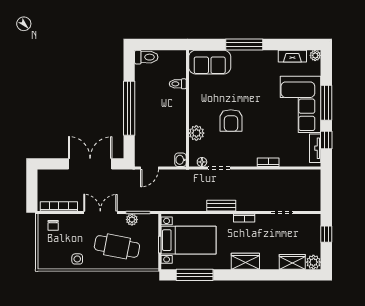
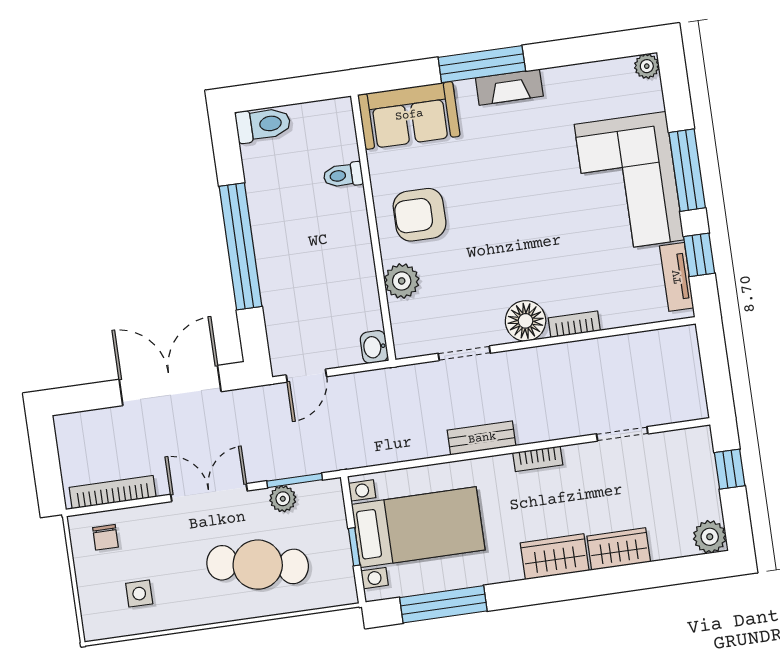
fireplace: (292, 56) -> (509, 87), moved
armchair: (231, 120) -> (420, 215), moved, turned 90
floor lamp: (202, 162) -> (526, 321), moved, width x1.89, depth x1.89
side table: (77, 259) -> (139, 594), moved
wardrobe: (292, 262) -> (619, 549), moved

